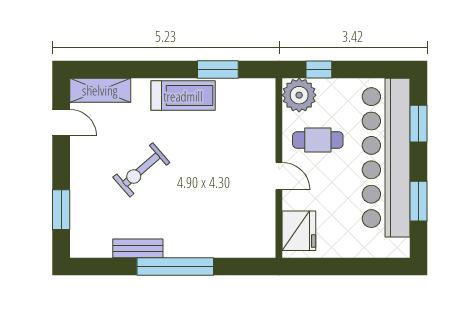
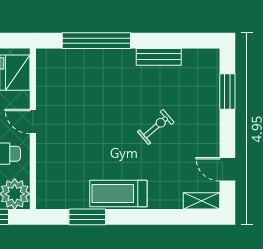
shelving: (100, 90) -> (202, 201), width x0.67, depth x0.75
exercise bike: (141, 170) -> (156, 127), width x0.73, depth x0.72
window: (175, 267) -> (96, 41), moved

